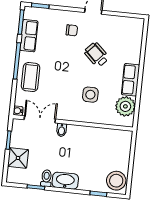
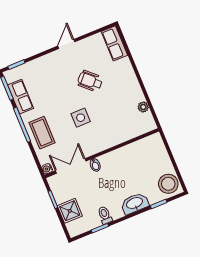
chair: (72, 30) -> (56, 71), removed
row of seats: (131, 80) -> (114, 43), moved
side table: (90, 95) -> (81, 118), moved
plant: (125, 106) -> (143, 107), width x0.53, depth x0.53
washbasin: (65, 181) -> (135, 203), moved

